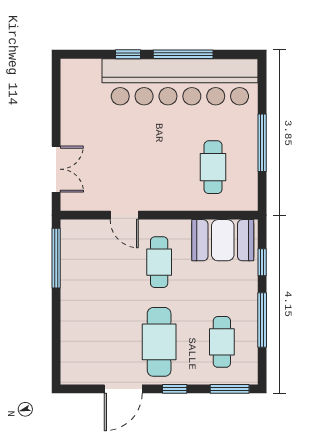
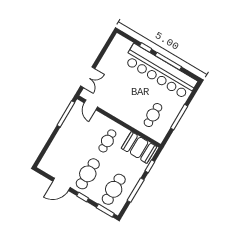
door: (124, 215) -> (91, 105), moved
cafe table: (222, 342) -> (114, 189), width x1.37, depth x1.35

